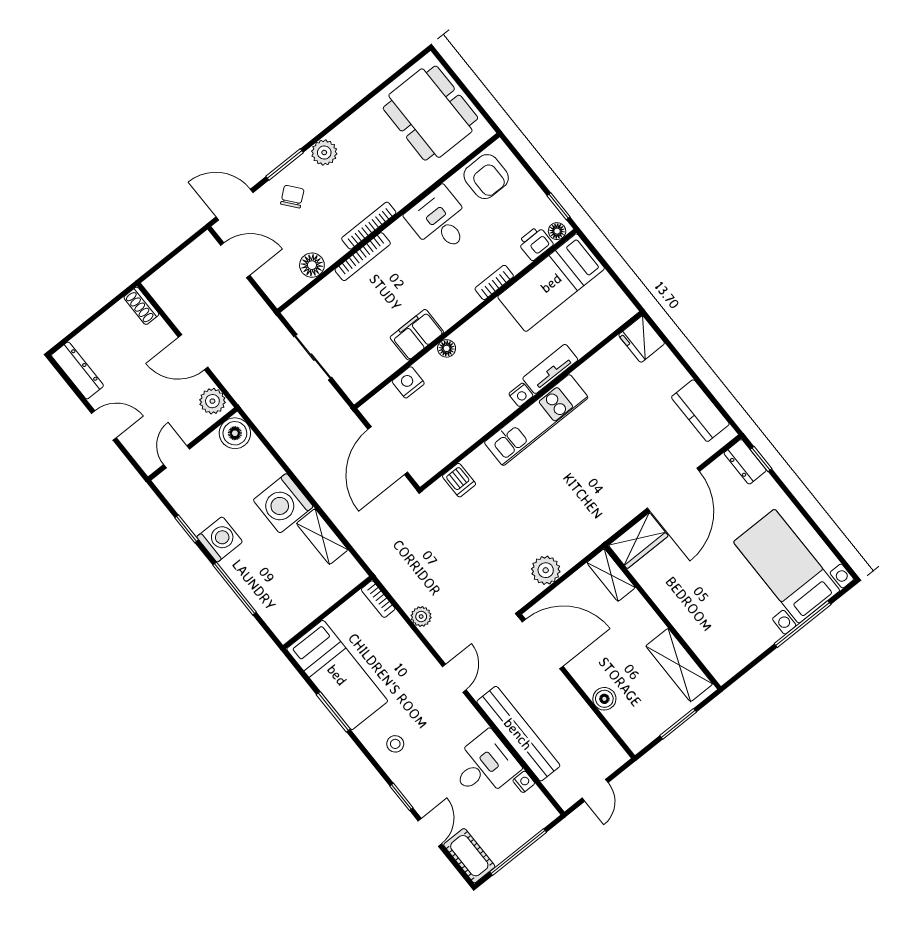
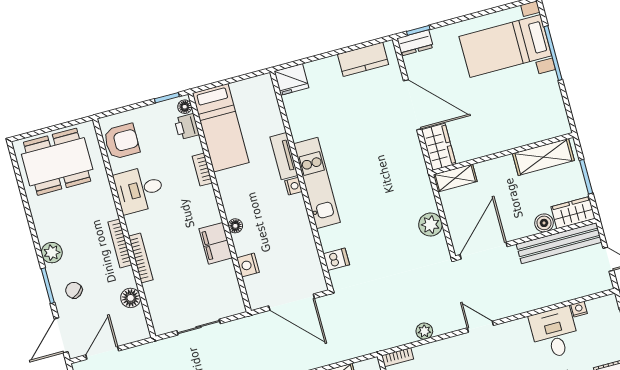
wardrobe: (631, 727) -> (573, 213), added
bench: (518, 734) -> (559, 243), moved

